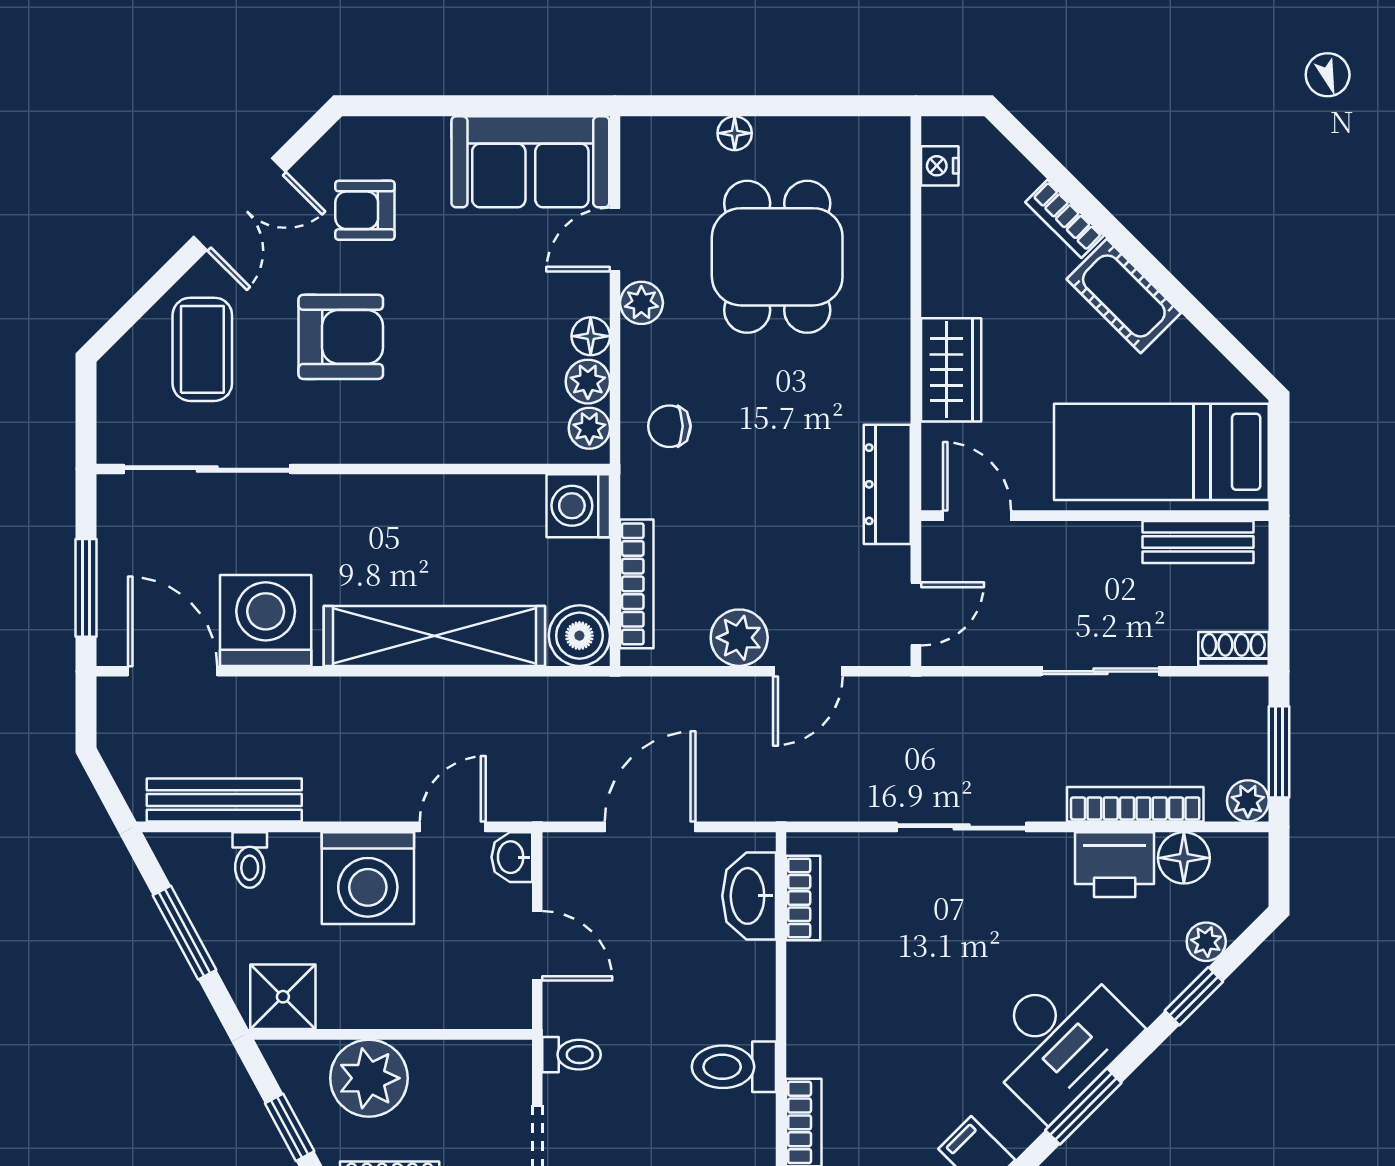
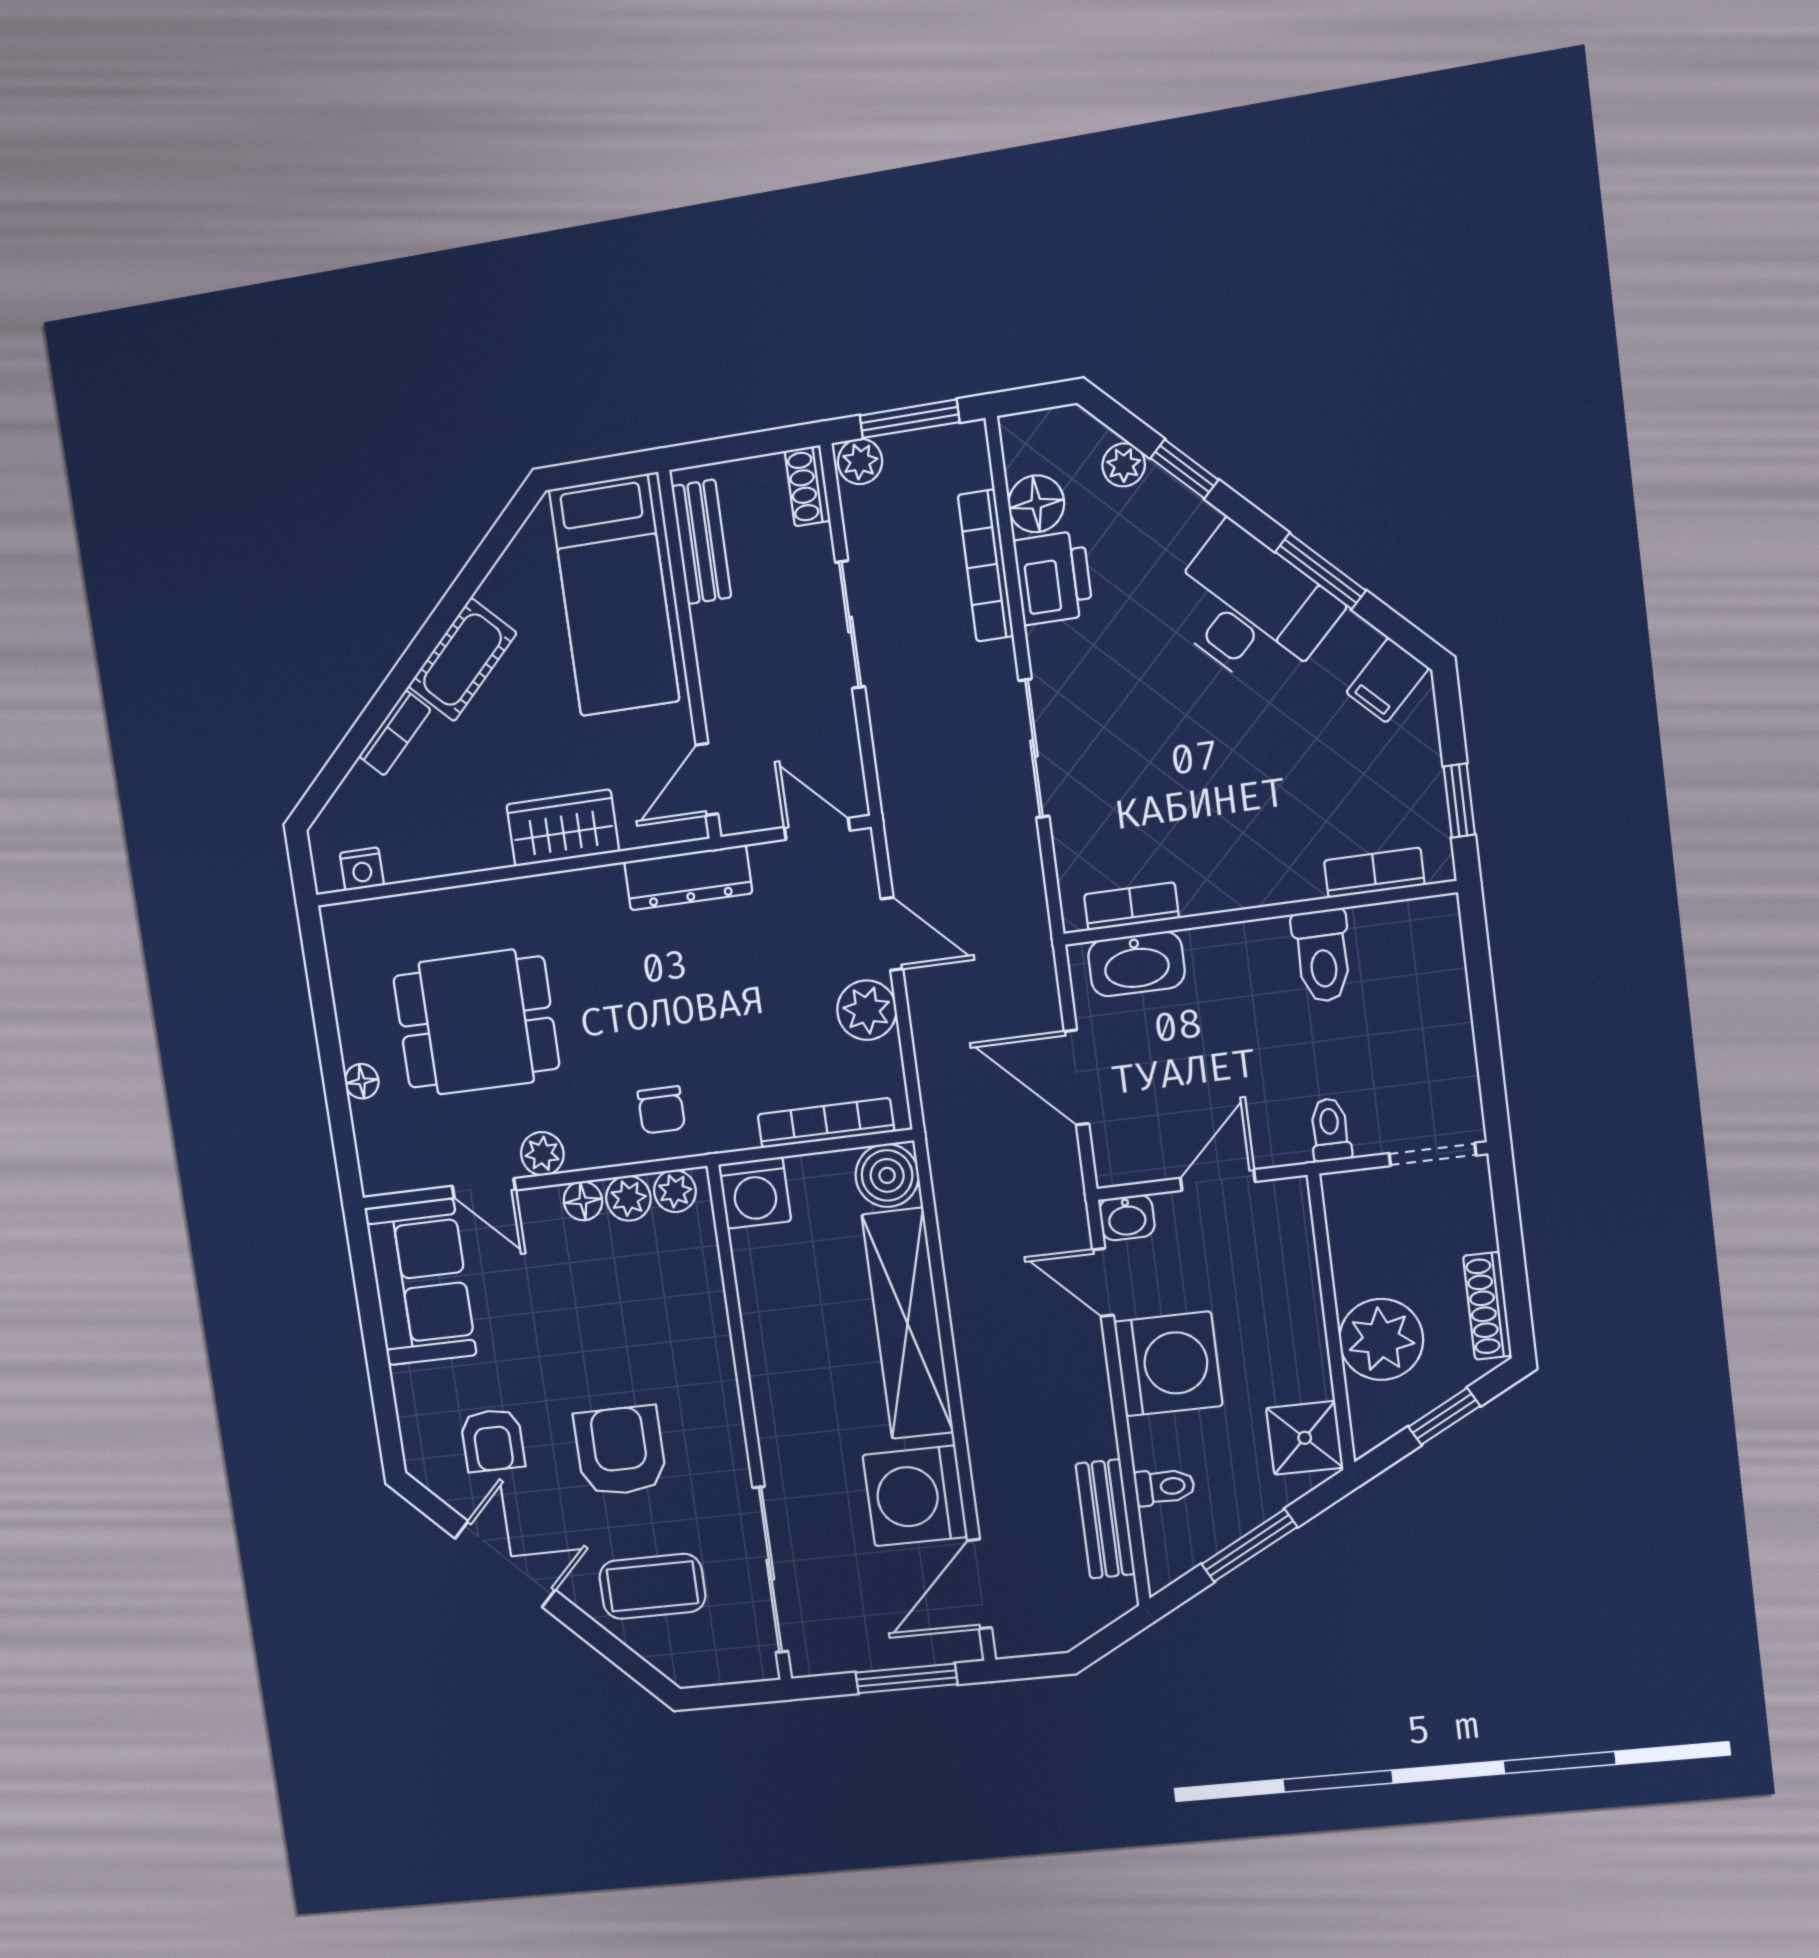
bench: (224, 800) -> (1105, 1519), width x0.73
plant: (1248, 801) -> (860, 461), moved

